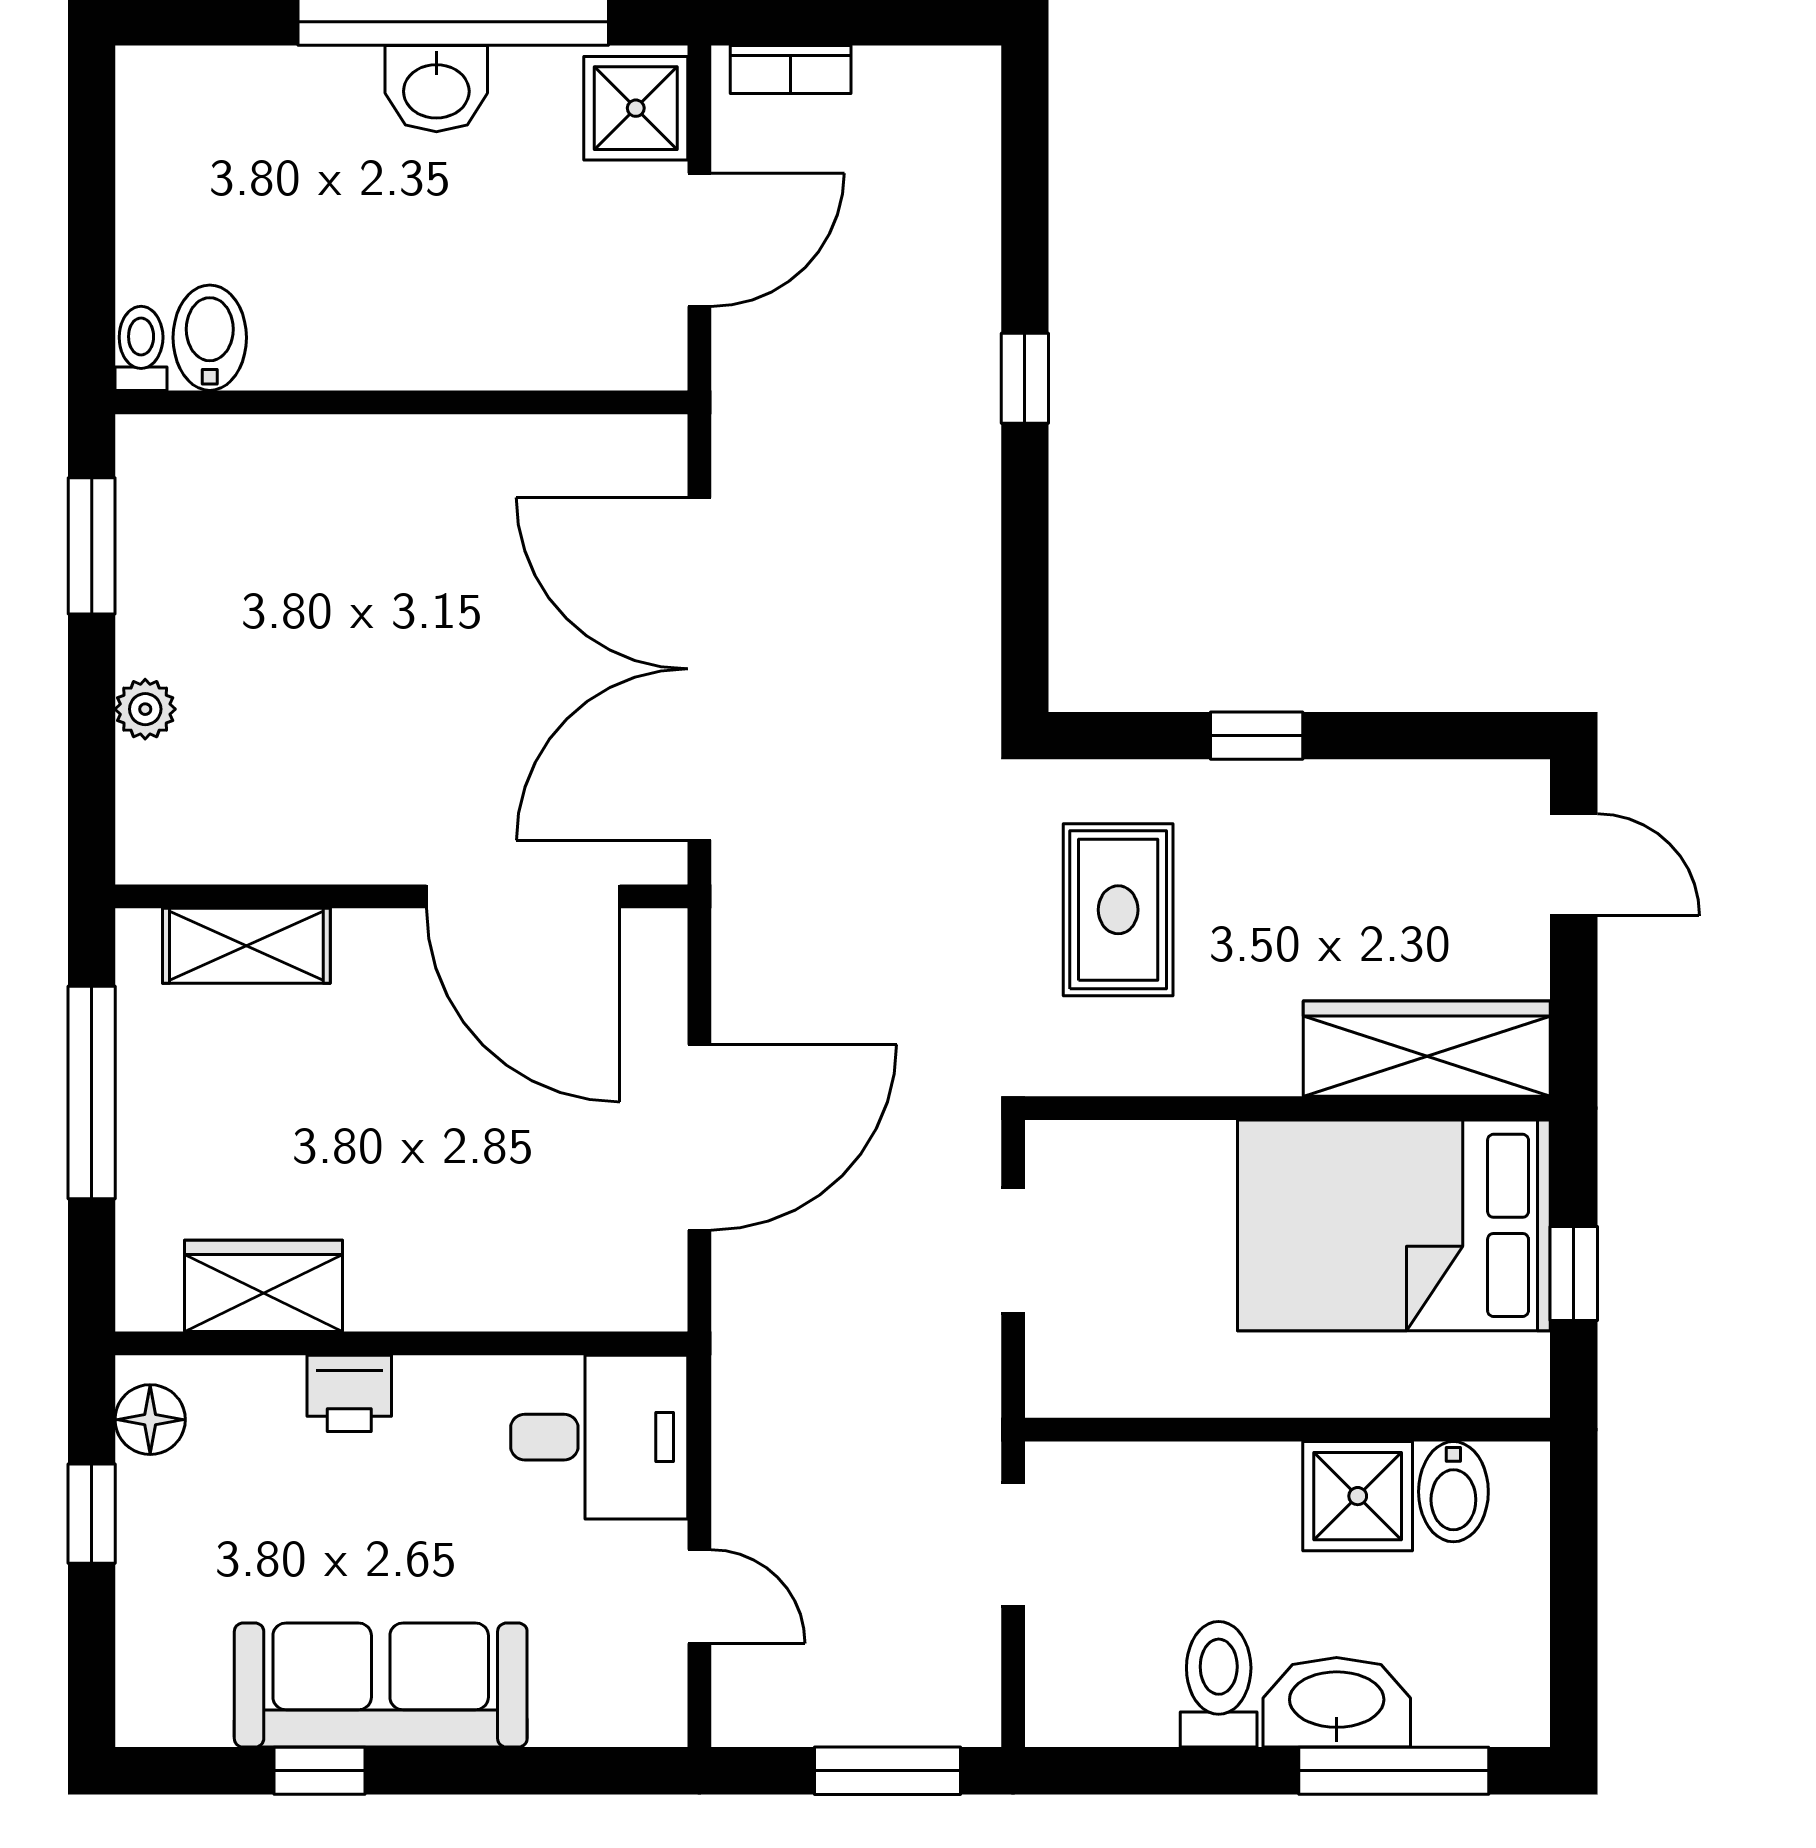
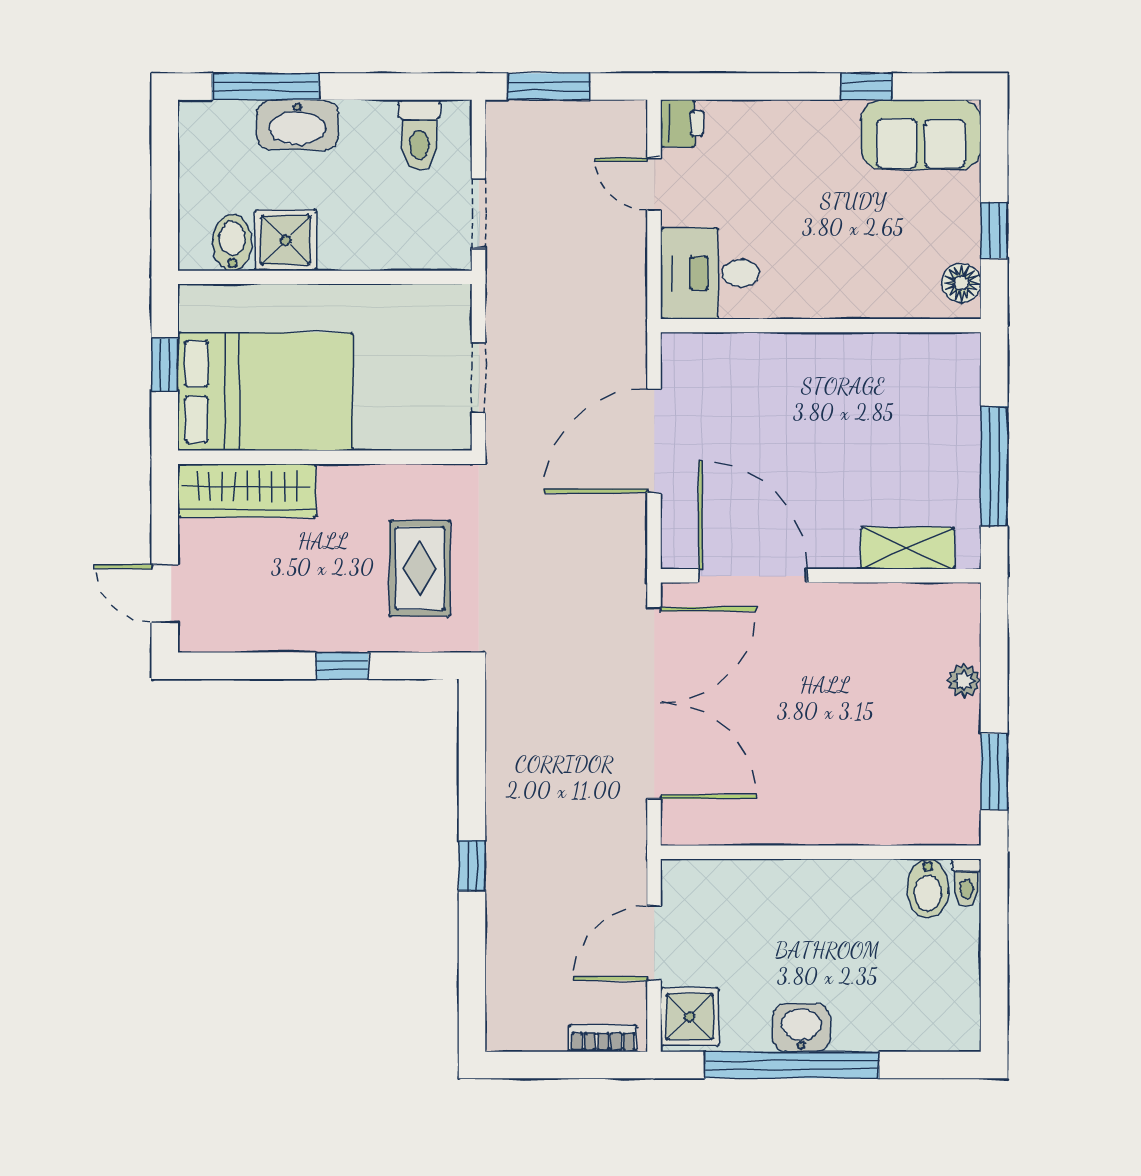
wardrobe: (263, 1286) -> (898, 358), removed
printer: (349, 1393) -> (682, 123), moved, turned 90
toilet: (1219, 1684) -> (419, 135), moved
sofa: (381, 1685) -> (921, 134), moved, width x0.73

